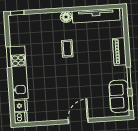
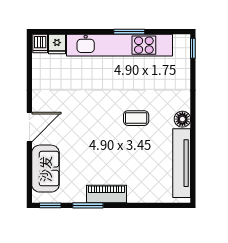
piano: (120, 52) -> (106, 194), moved
kitchen unit: (19, 73) -> (120, 45), width x1.36
sofa: (119, 96) -> (45, 169), moved, turned 90
door: (78, 121) -> (29, 127), hinge flipped

